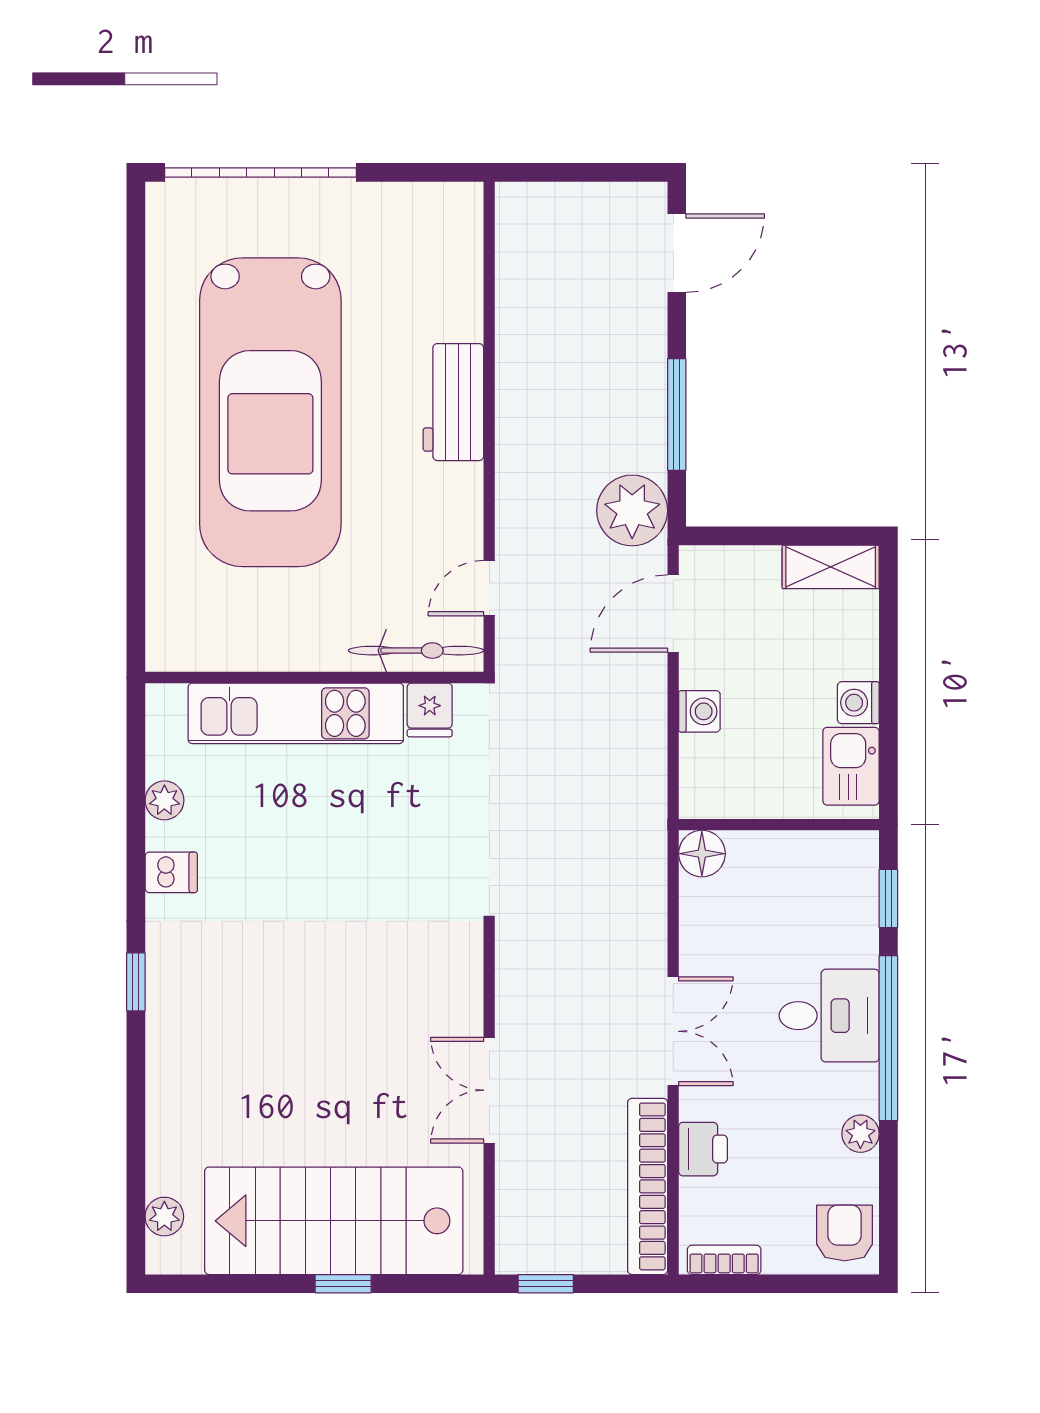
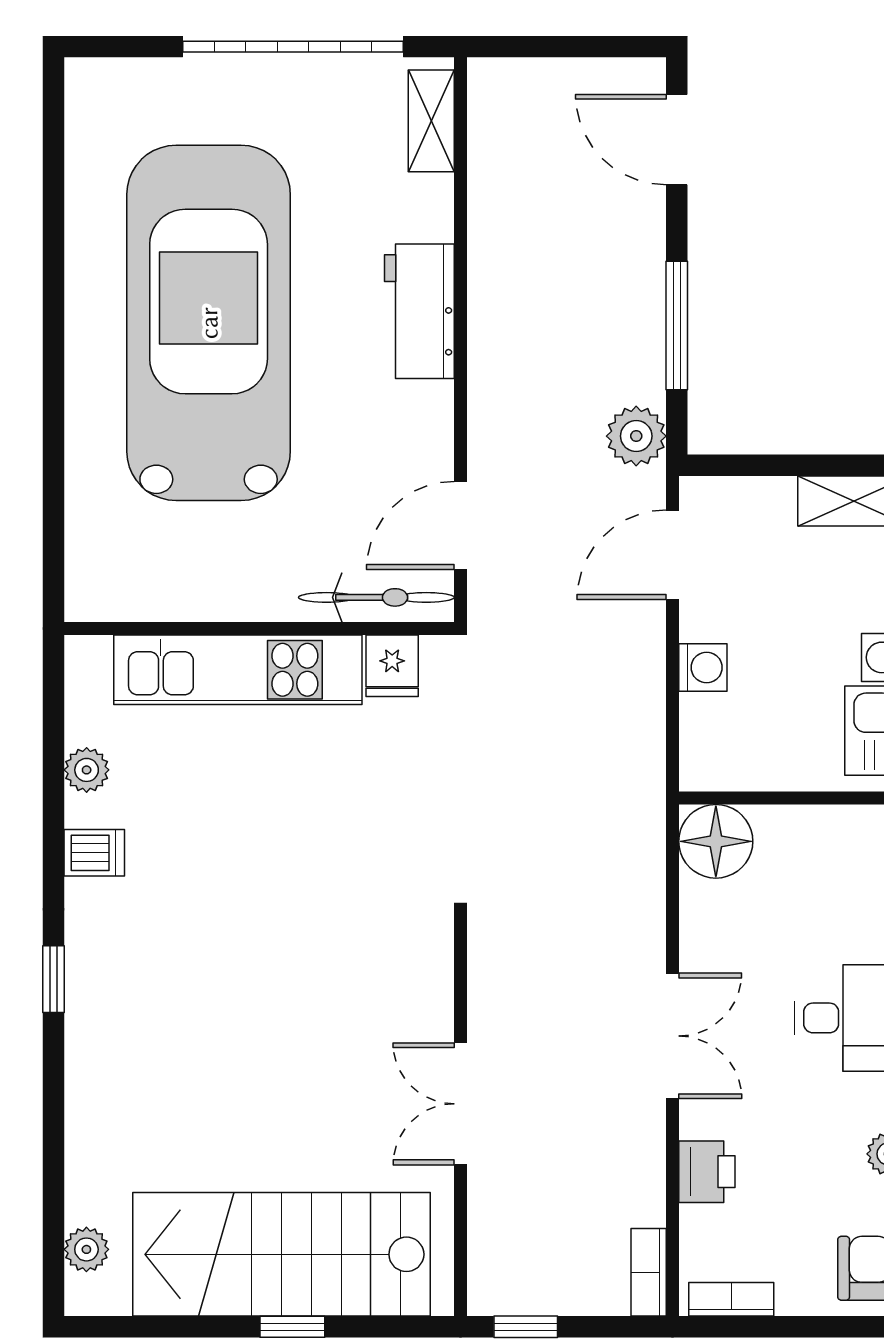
garage door: (260, 172) -> (293, 47), moved
shelving: (464, 237) -> (431, 121), added
door: (677, 253) -> (677, 140), swing flipped
car: (270, 412) -> (209, 323), turned 180
plant: (632, 510) -> (636, 436), width x0.73, depth x0.73
door: (489, 588) -> (461, 525), width x1.38
floor lamp: (702, 854) -> (716, 841), width x1.38, depth x1.38
bookcase: (648, 1186) -> (649, 1272), width x0.43, depth x0.76

